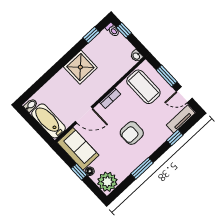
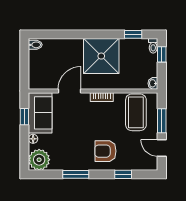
shower: (80, 67) -> (101, 56), width x1.37, depth x1.37
door: (84, 115) -> (70, 91), swing flipped
tv unit: (181, 119) -> (141, 164), removed
bathtub: (48, 121) -> (38, 70), removed
armchair: (132, 133) -> (105, 151), moved
window: (79, 172) -> (24, 117), moved

